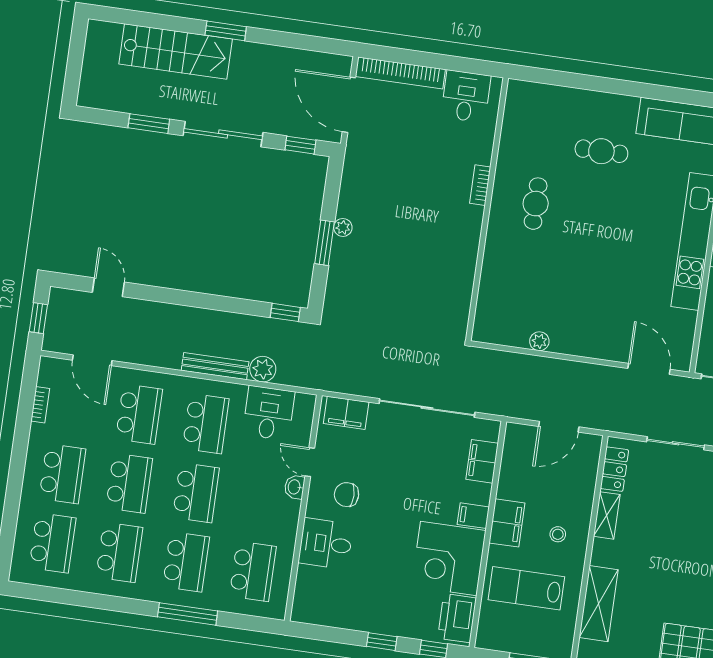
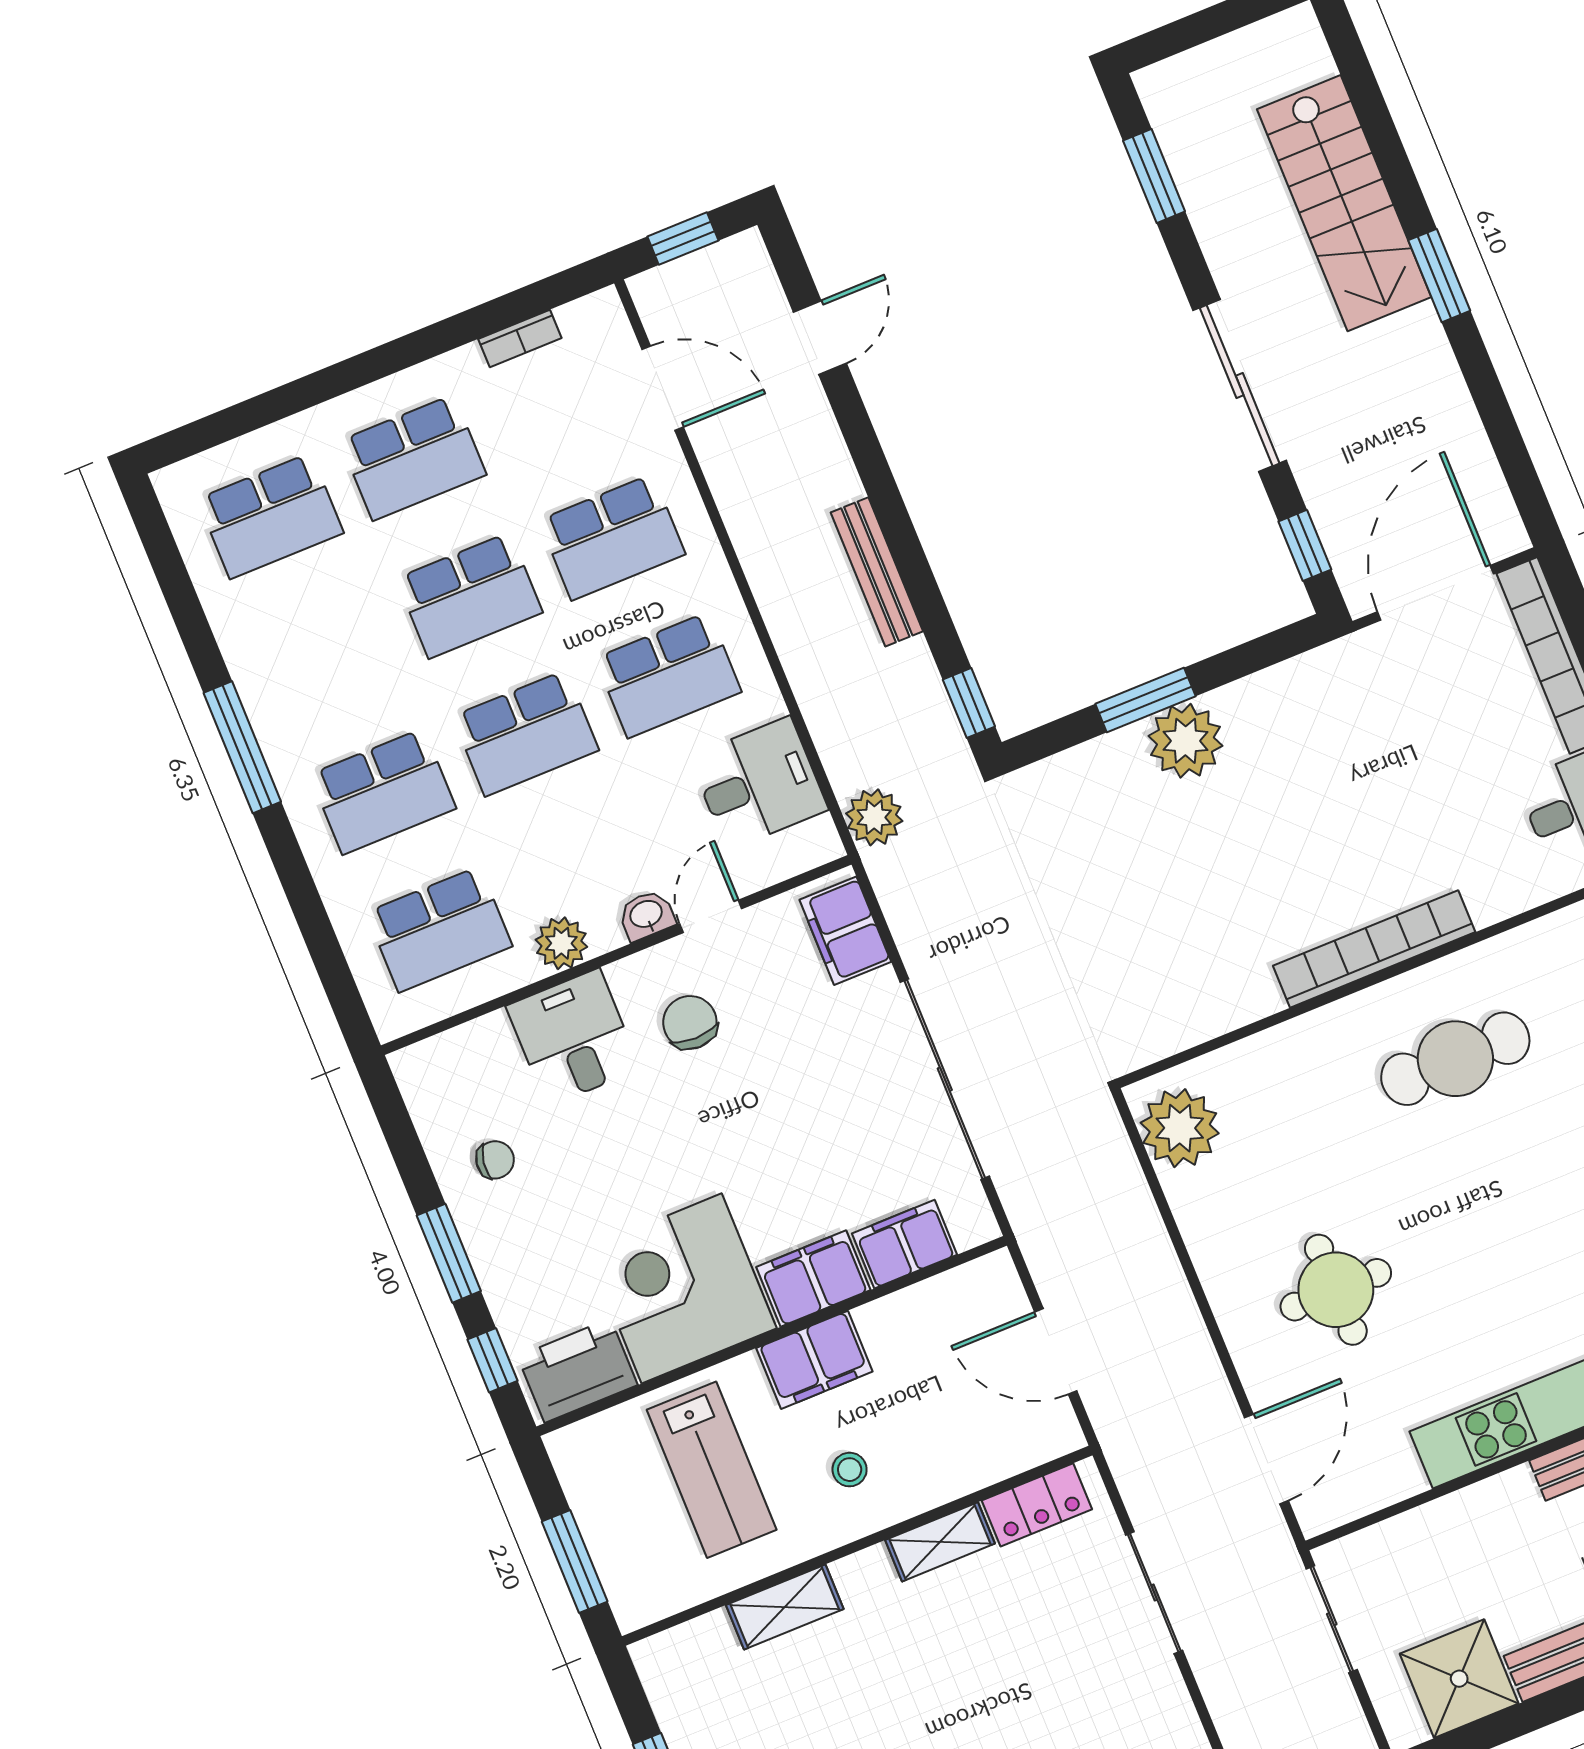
window: (149, 124) -> (1154, 176), moved
bookcase: (480, 185) -> (1374, 949), width x2.31, depth x1.31
cafe table: (536, 204) -> (1455, 1059), width x1.37, depth x1.35
plant: (343, 227) -> (1185, 741), width x1.88, depth x1.88
round table: (599, 303) -> (1336, 1290), added
plant: (539, 341) -> (1180, 1128), moved, width x1.87, depth x1.87
door: (92, 360) -> (663, 388), swing flipped
bench: (215, 366) -> (877, 572), moved
plant: (263, 369) -> (874, 817), moved
filing cabinet: (473, 516) -> (813, 1279), width x2.00
plant: (286, 527) -> (561, 943), added
school desk: (119, 552) -> (327, 654), removed
lab bench: (526, 588) -> (712, 1470), turned 180
chair: (356, 602) -> (495, 1160), added
shelving: (599, 604) -> (785, 1607), width x0.67, depth x0.75
window: (188, 614) -> (242, 747), moved
window: (382, 642) -> (449, 1253), width x1.50

